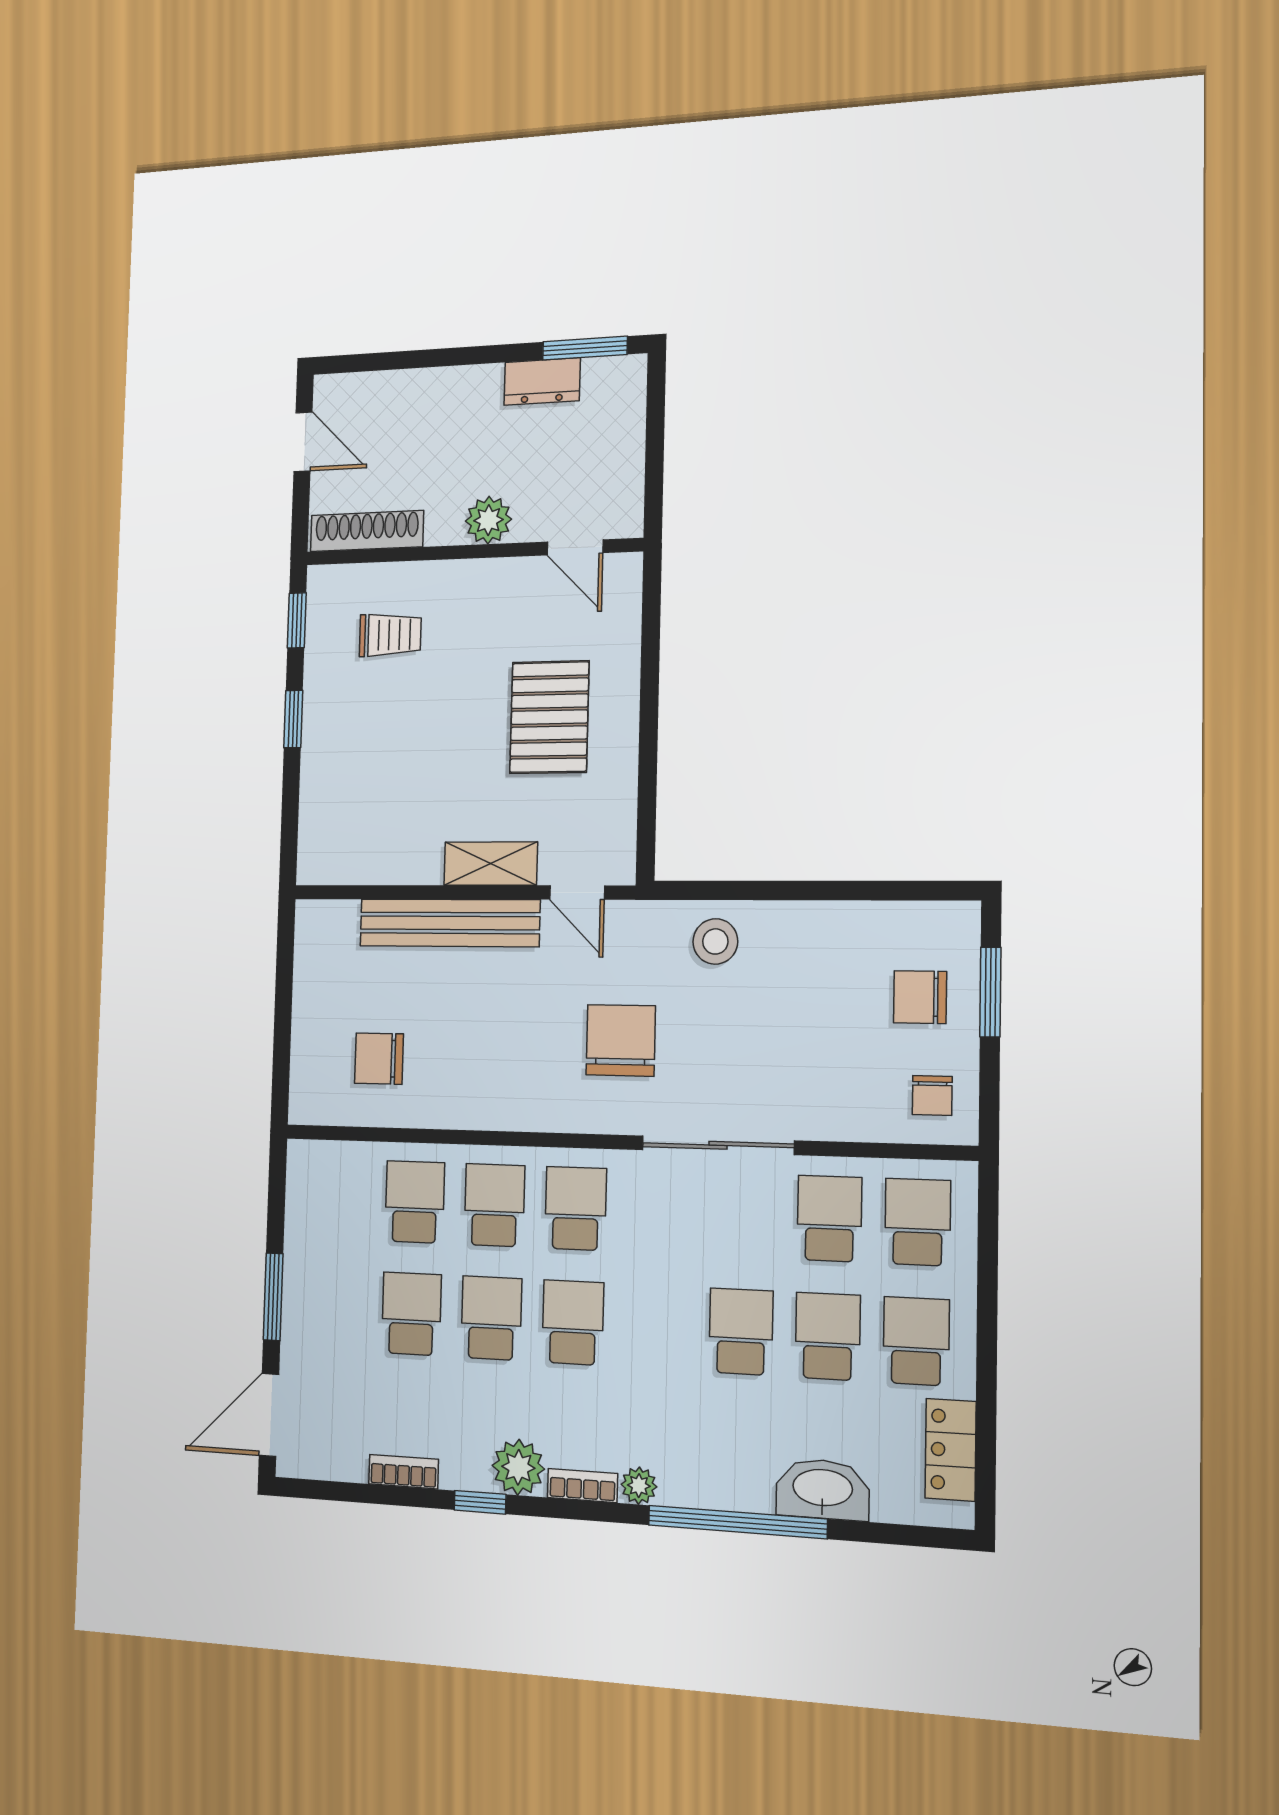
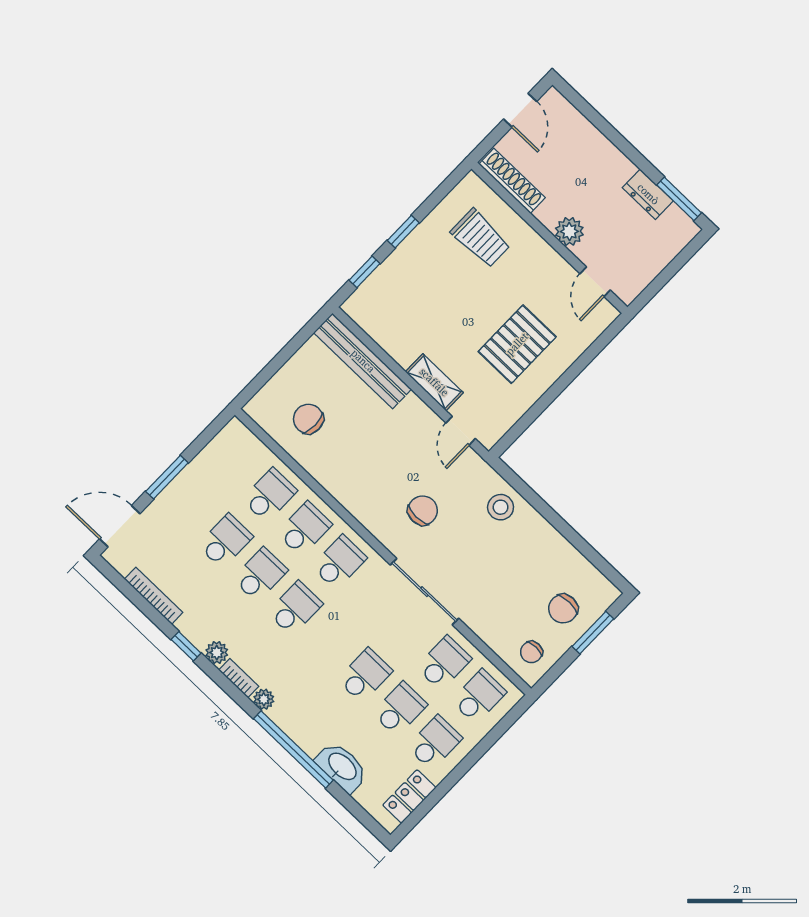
window: (297, 620) -> (364, 272), moved
trolley: (390, 635) -> (481, 238), width x1.36, depth x1.39
bench: (449, 923) -> (363, 361), moved
chair: (920, 997) -> (563, 609), turned -90
chair: (621, 1040) -> (423, 510), width x0.73, depth x0.73
plant: (518, 1467) -> (217, 653), width x0.73, depth x0.73
bookcase: (403, 1472) -> (154, 596), width x1.56

